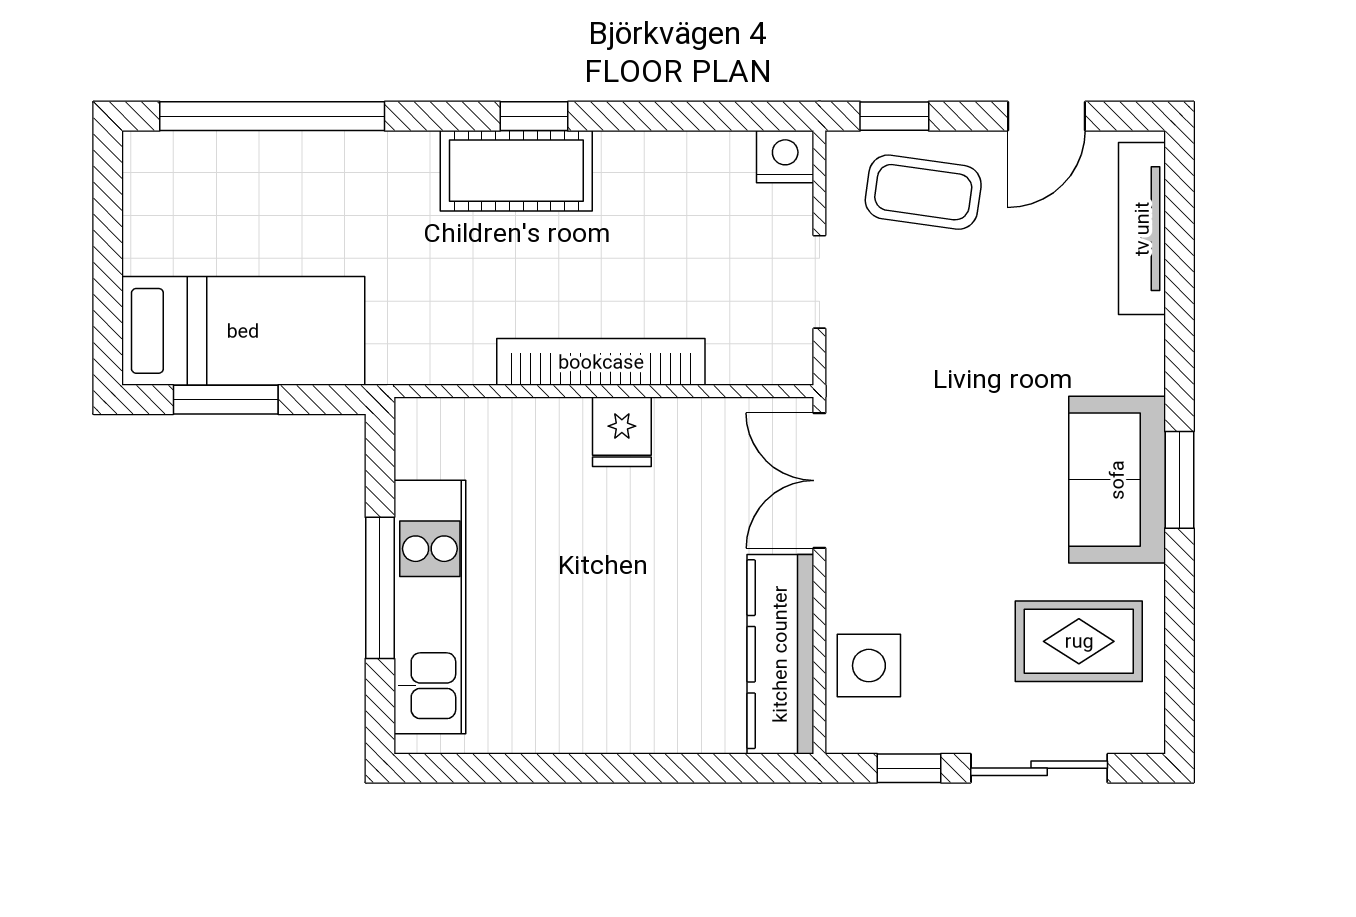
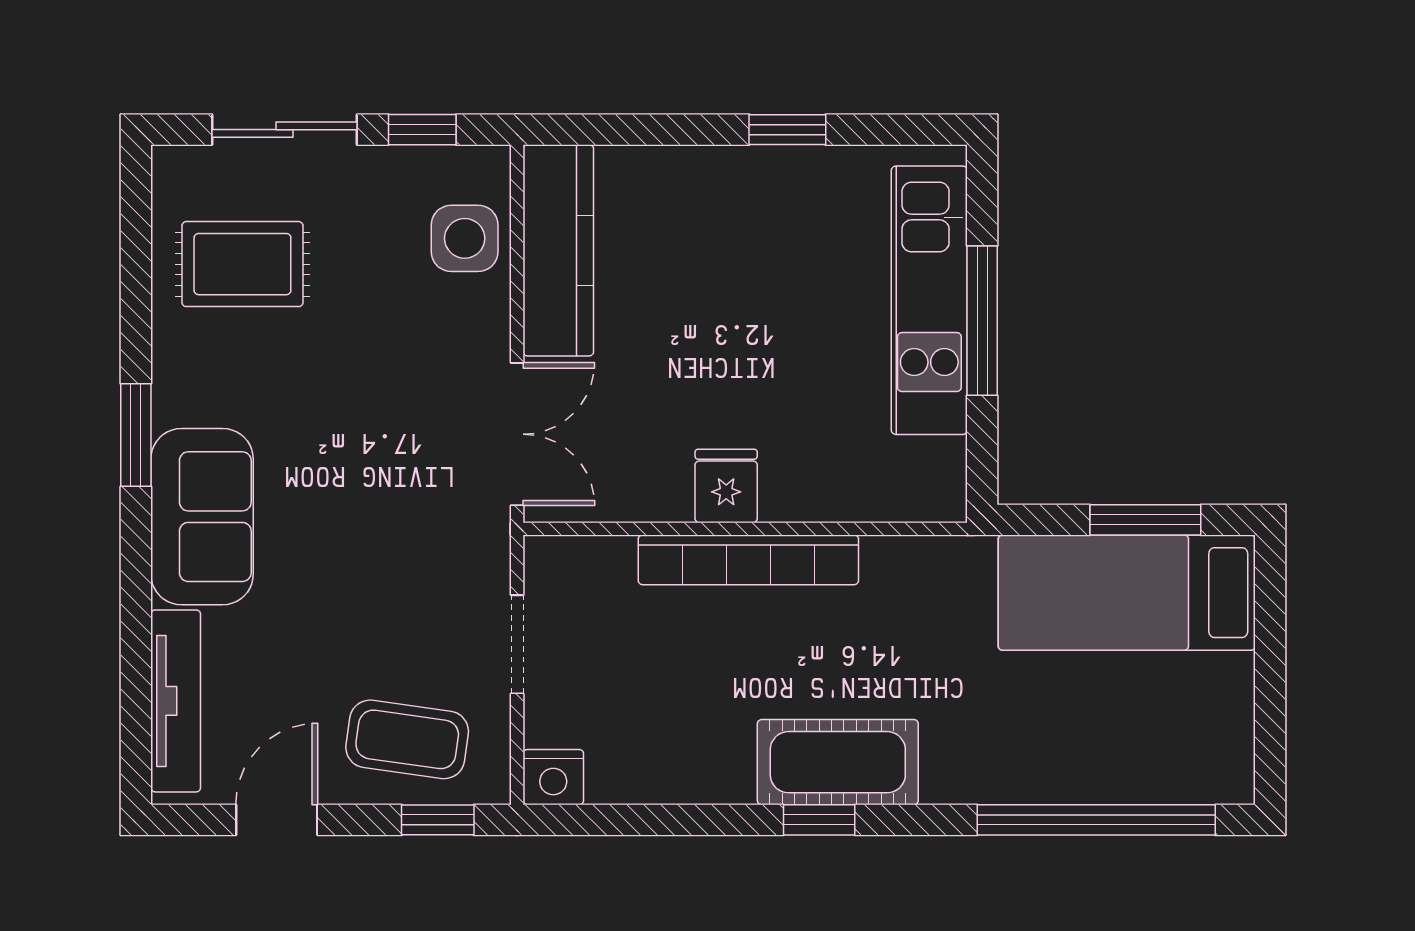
sofa: (1117, 480) -> (202, 517), moved
window: (564, 768) -> (787, 130), added

